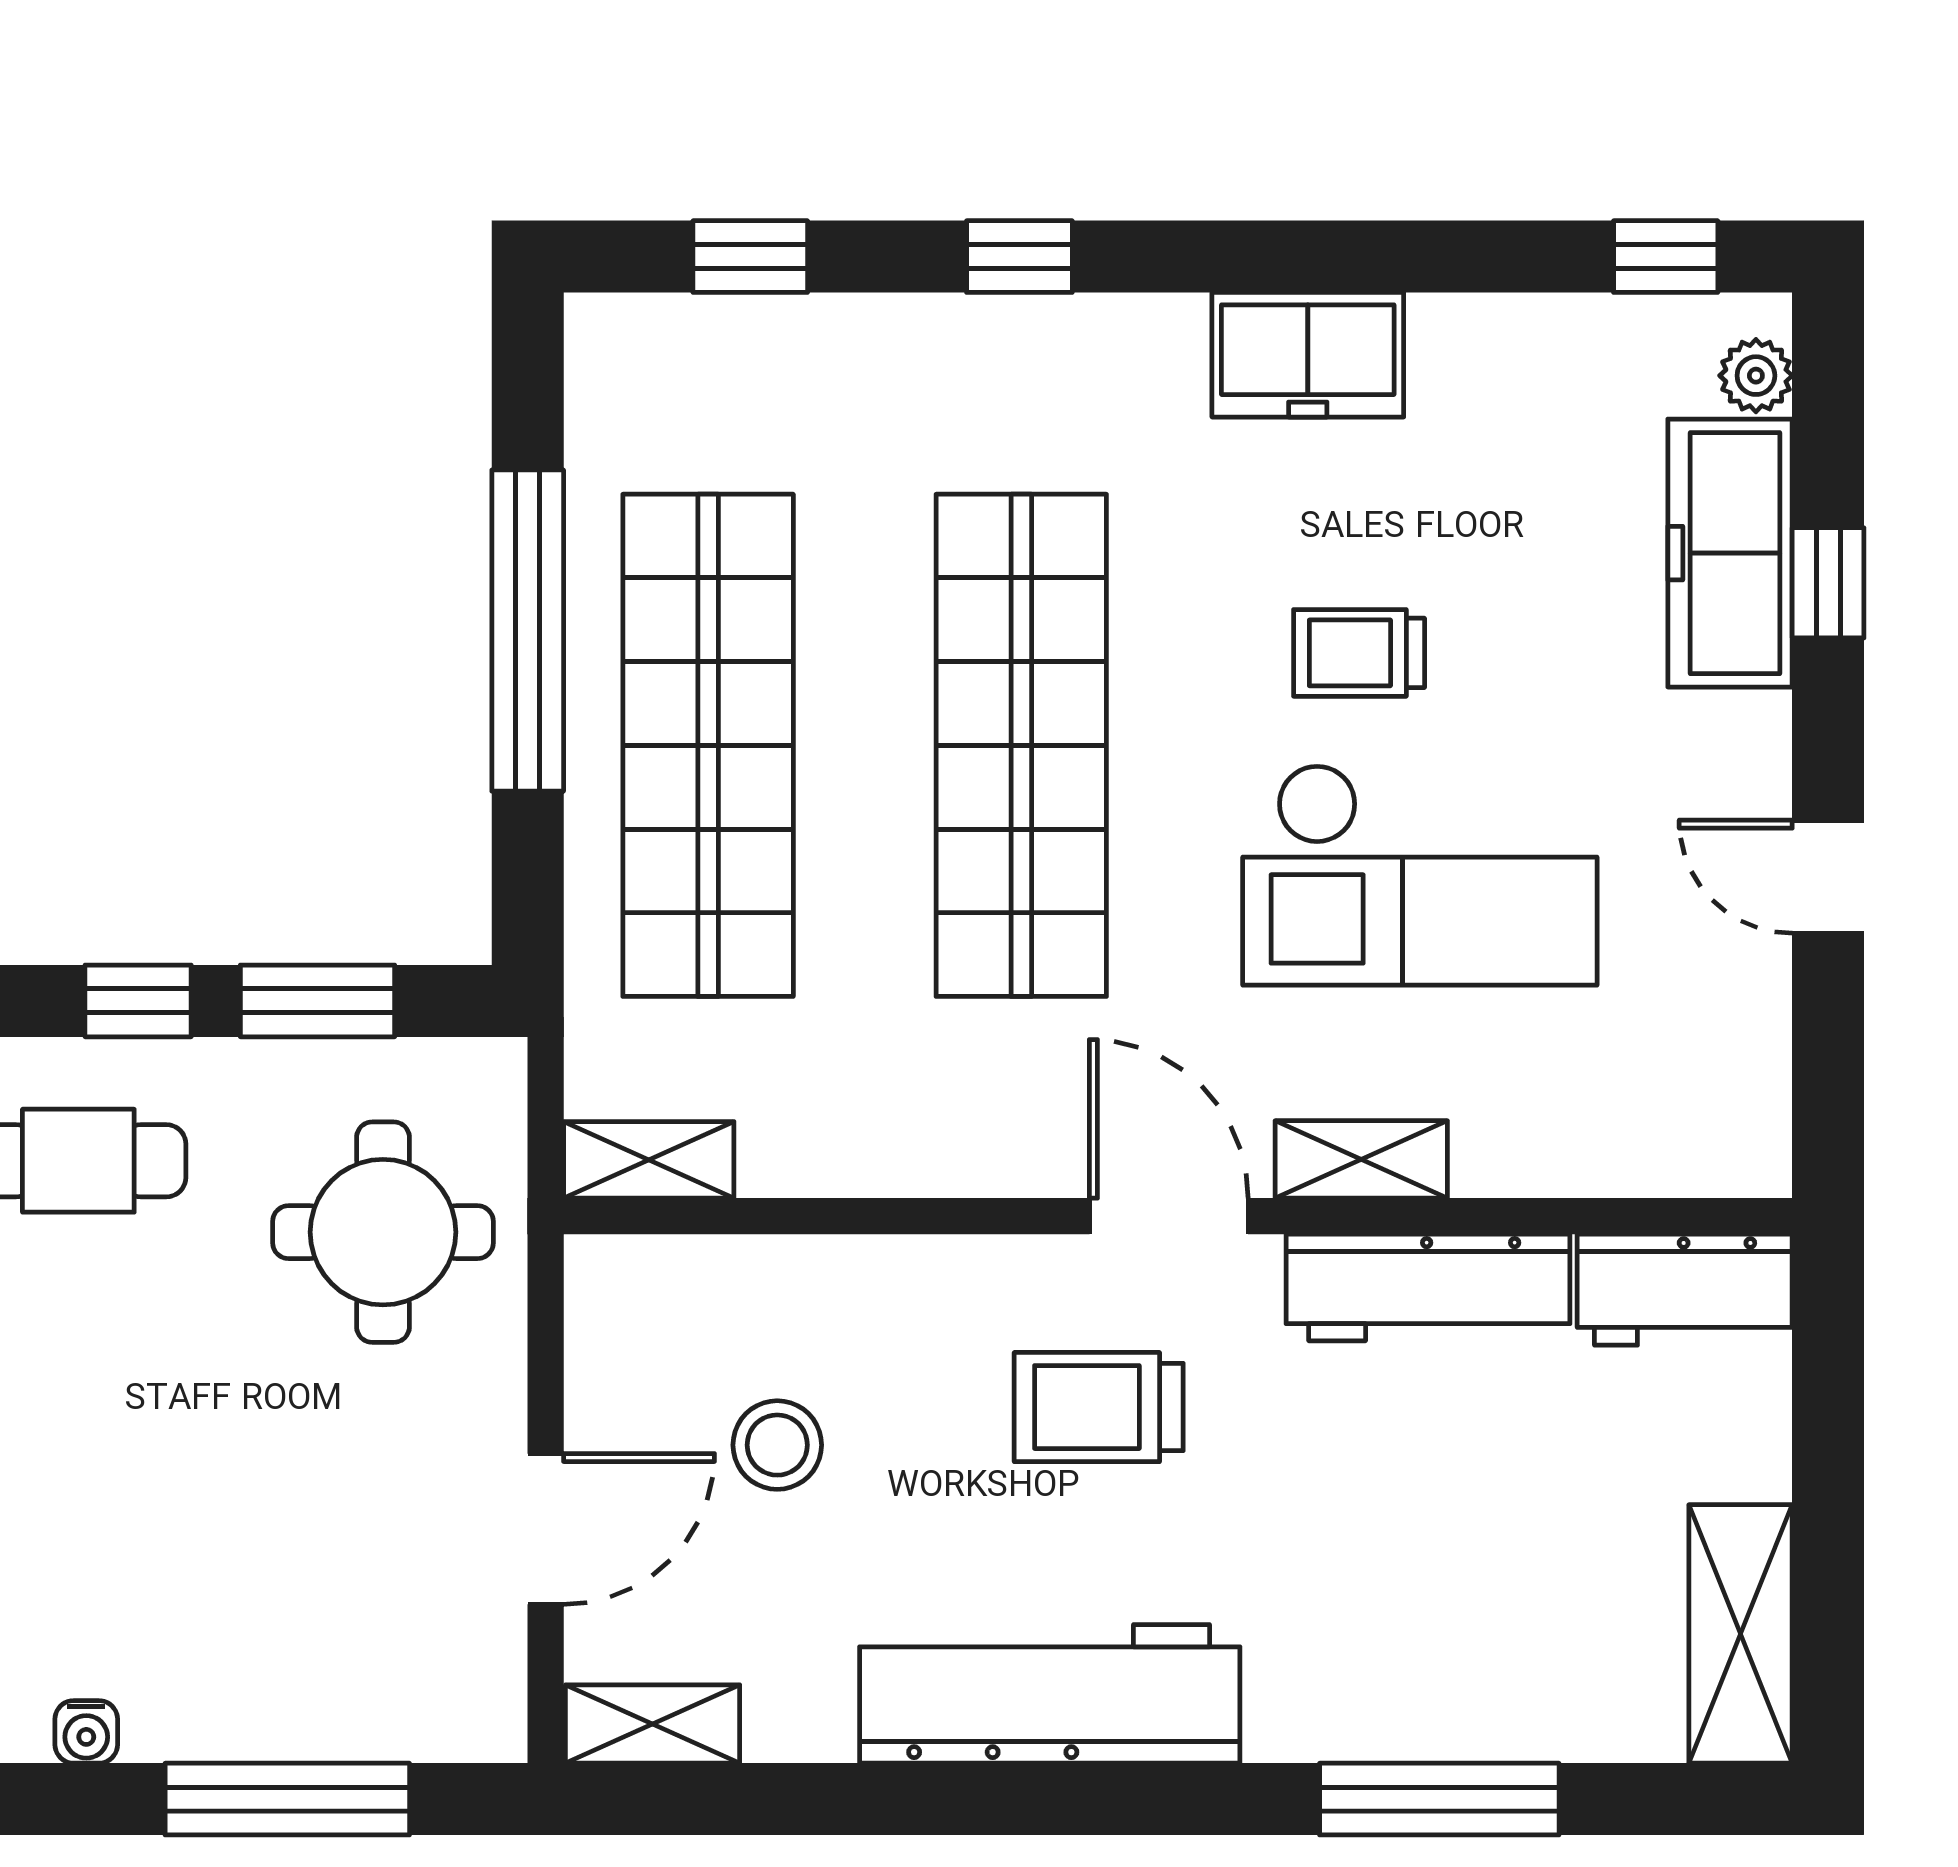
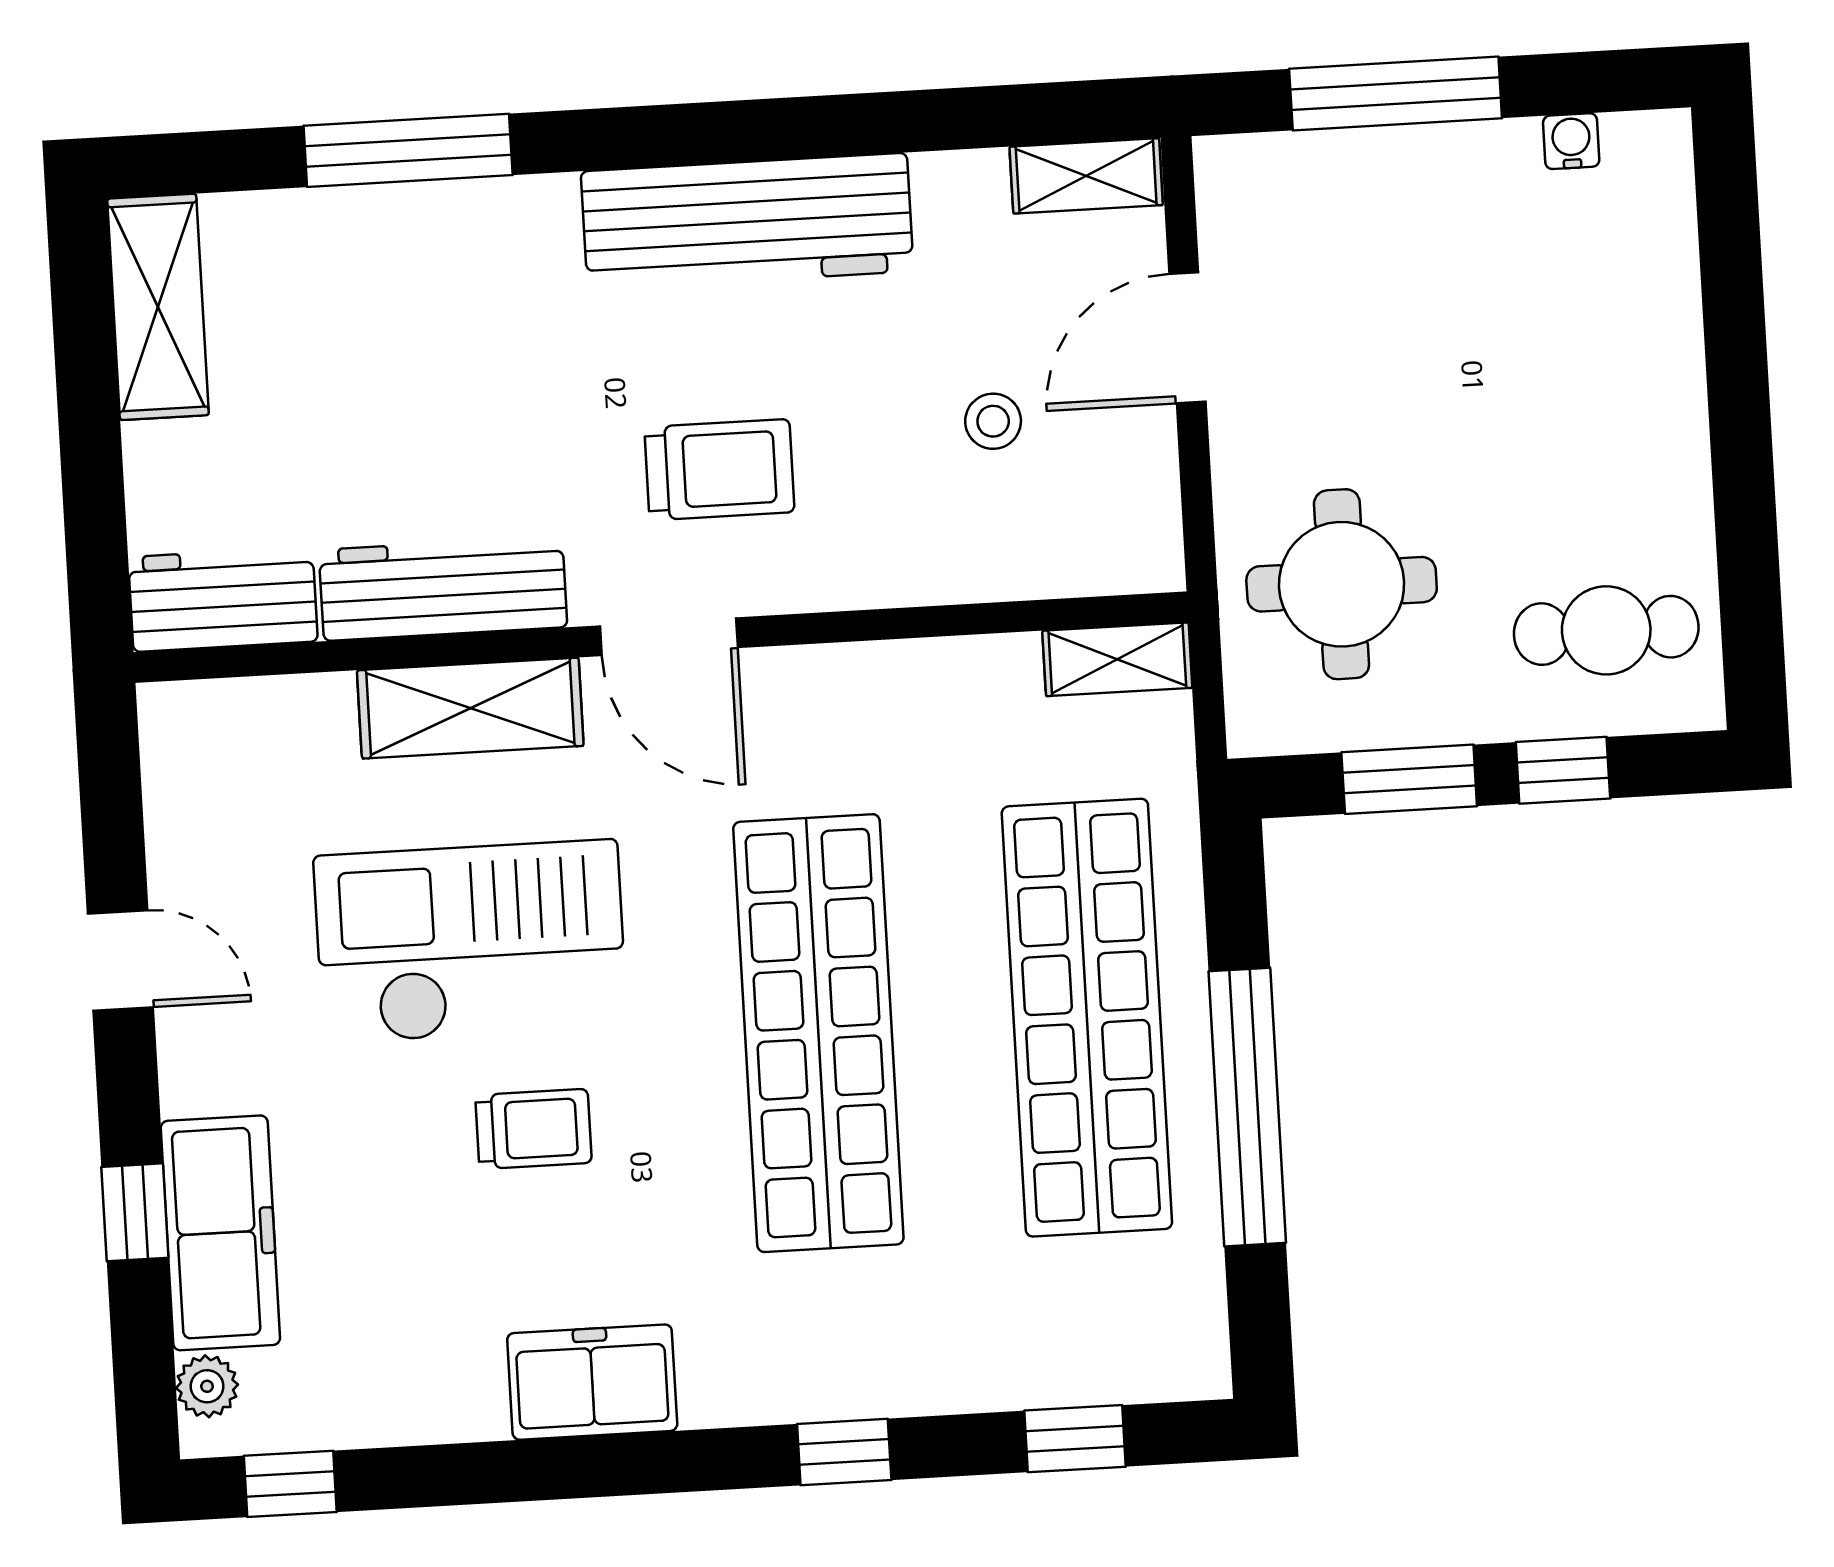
shelving: (1361, 1159) -> (470, 708), width x1.50, depth x1.33
stool: (777, 1445) -> (993, 421), width x0.73, depth x0.73

